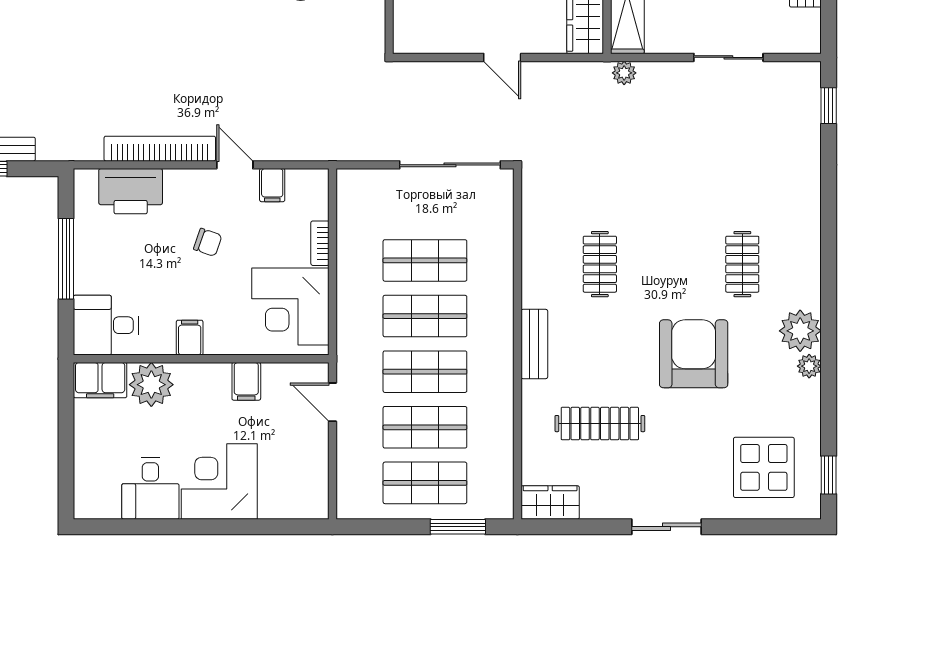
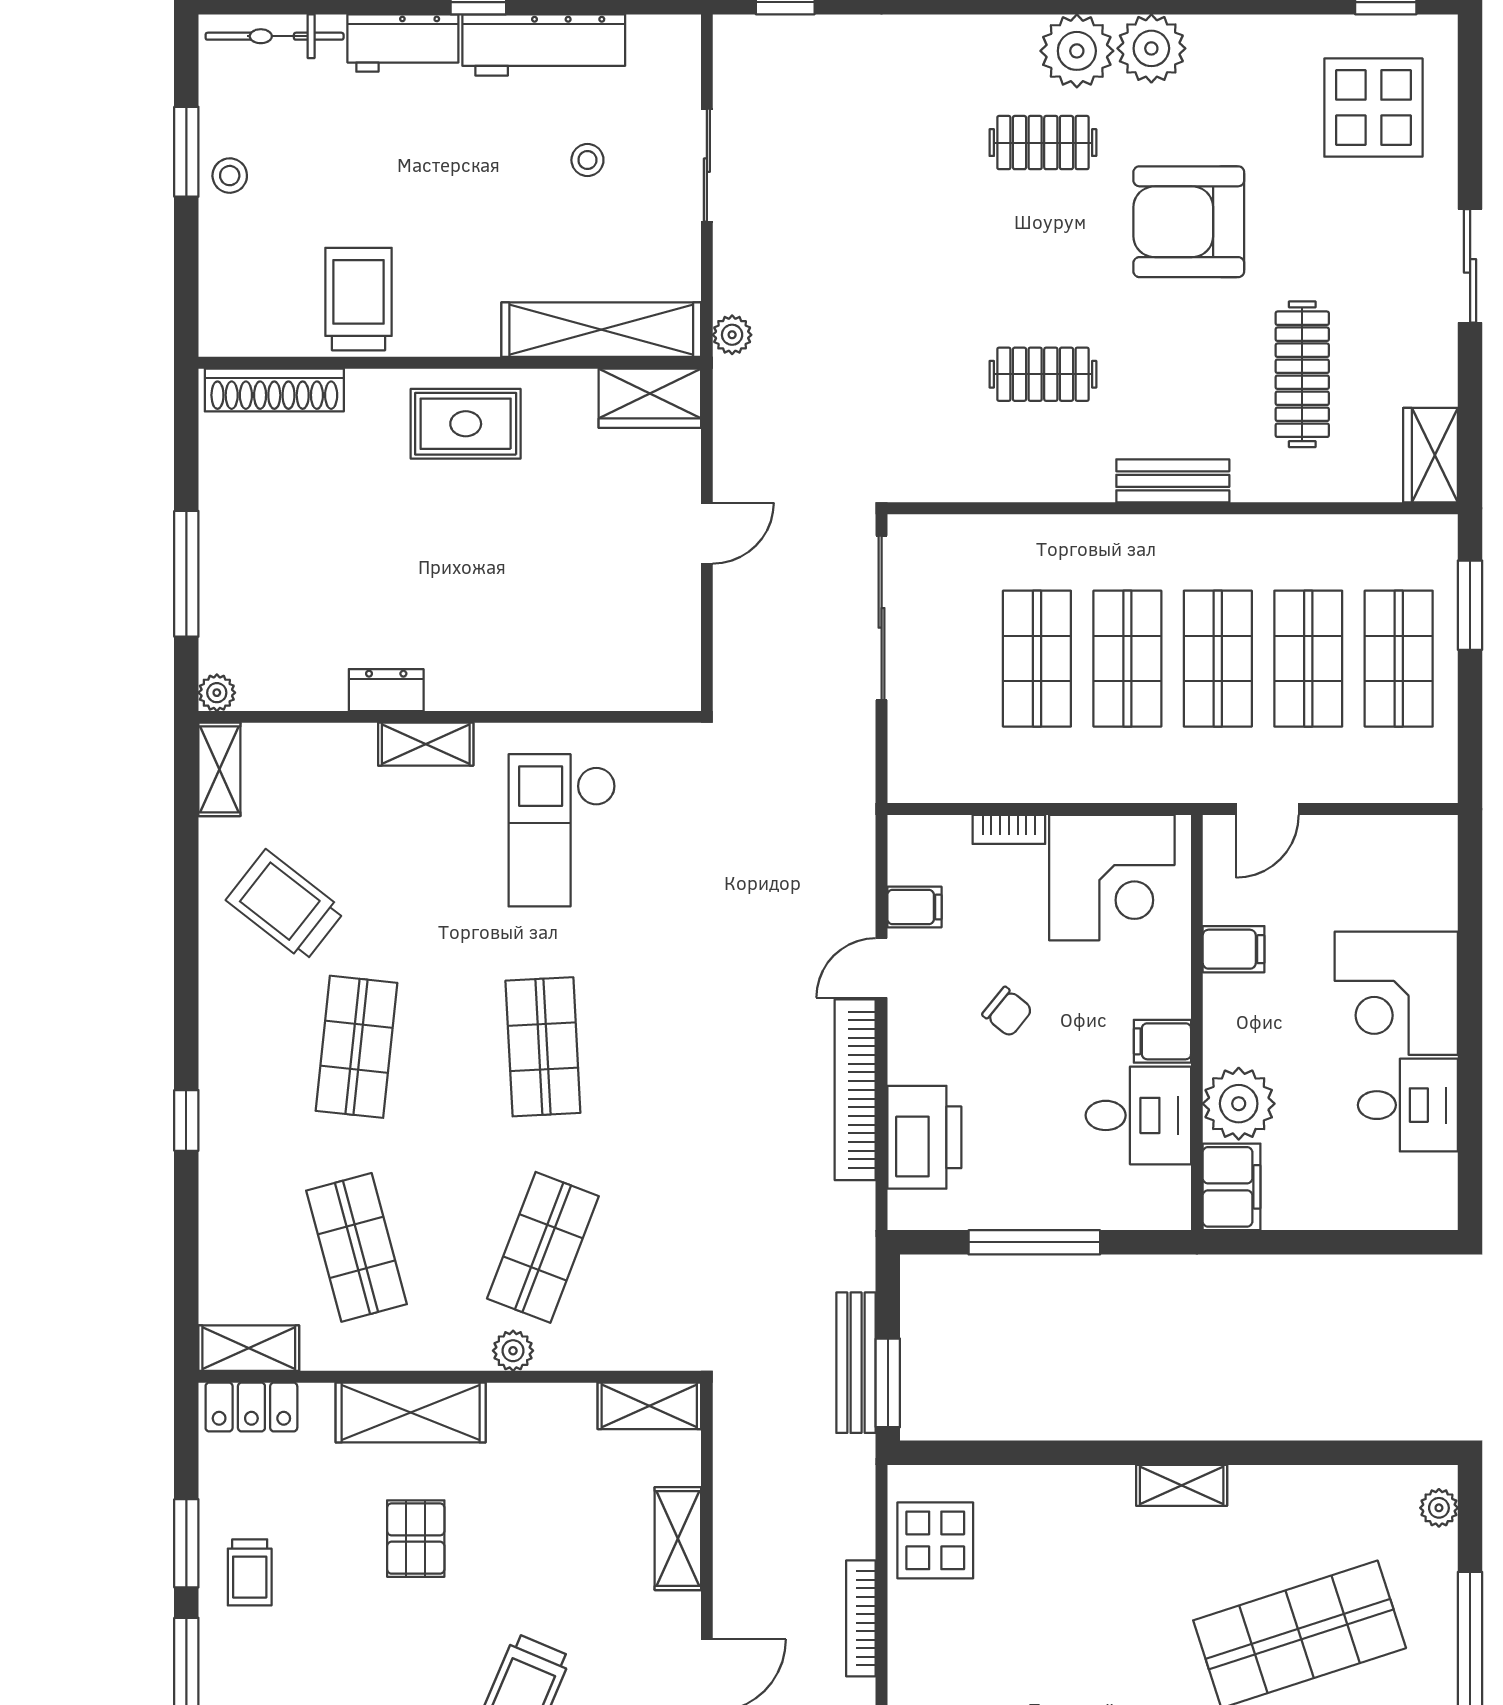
chair: (208, 242) -> (1007, 1012), turned 110
desk: (106, 325) -> (1138, 1115), moved, turned -90
plant: (809, 366) -> (1077, 51), moved, width x1.87, depth x1.87

